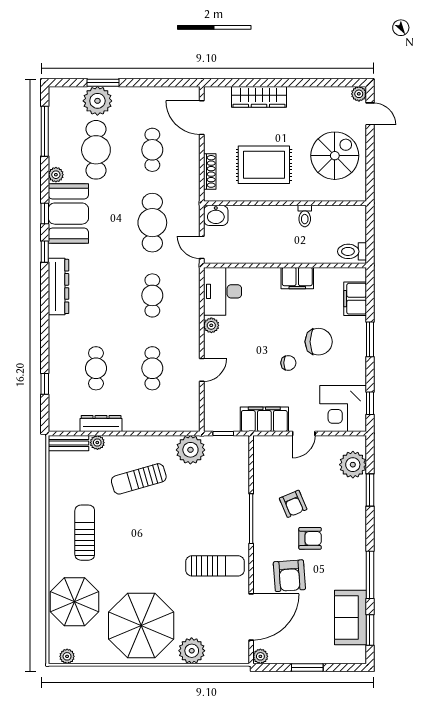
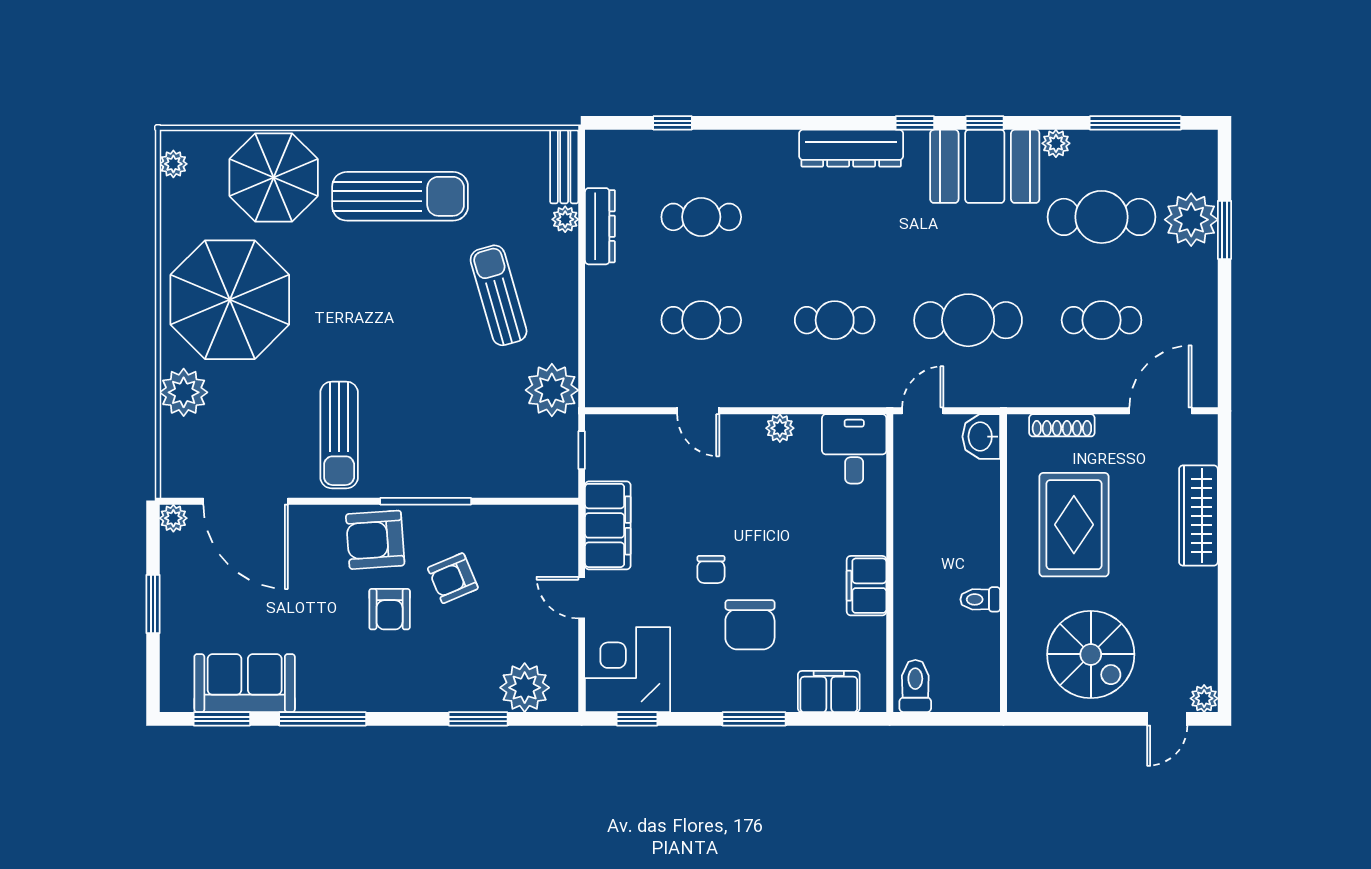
desk: (223, 291) -> (854, 449), width x0.73
sun lounger: (85, 533) -> (400, 196), width x1.36, depth x1.34
armchair: (289, 576) -> (375, 540), moved

